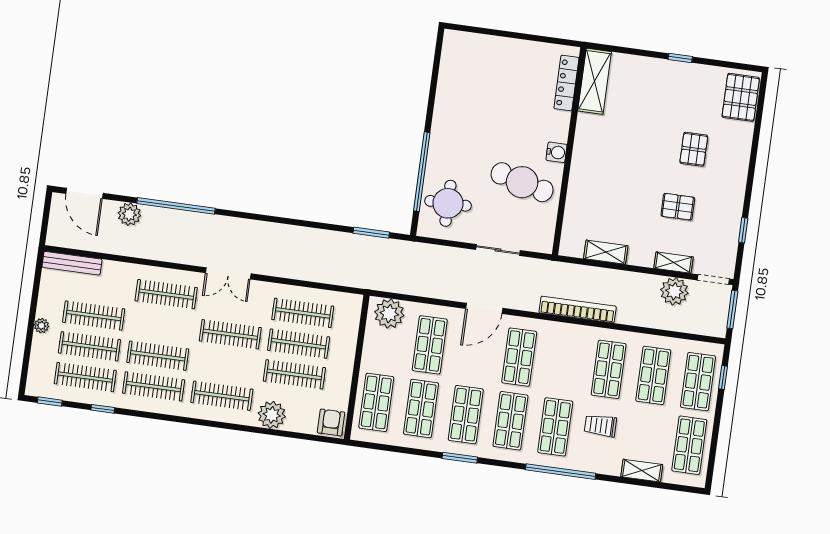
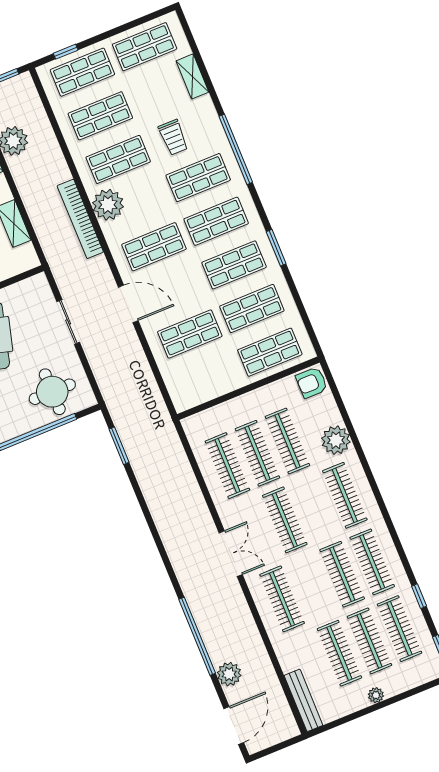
plant: (389, 314) -> (108, 205), moved

